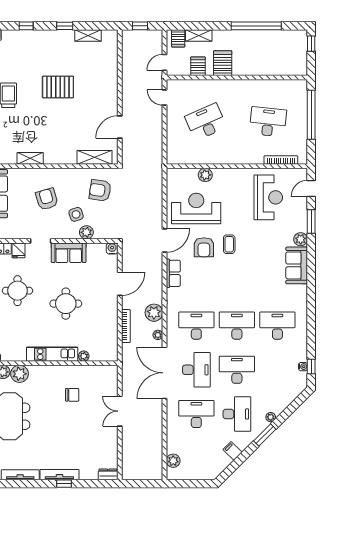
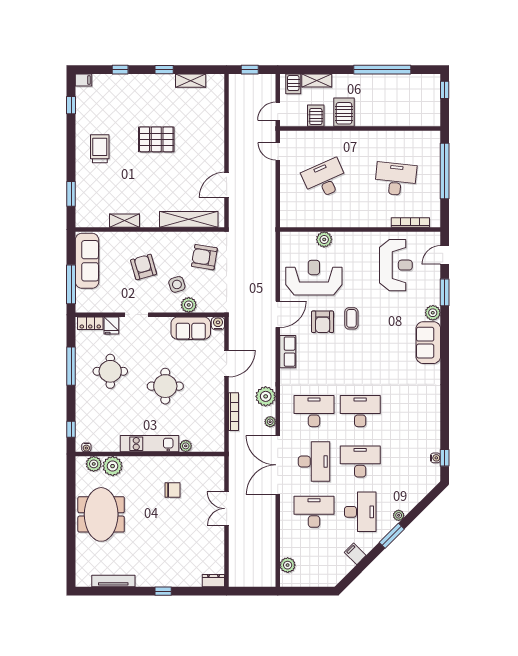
shelving: (94, 157) -> (189, 219), width x1.47
sofa: (69, 253) -> (191, 328), moved
desk: (277, 326) -> (406, 411), removed
tv unit: (59, 475) -> (158, 581), removed

